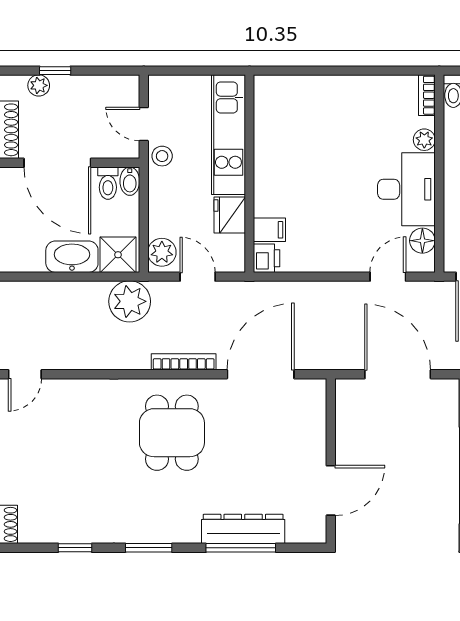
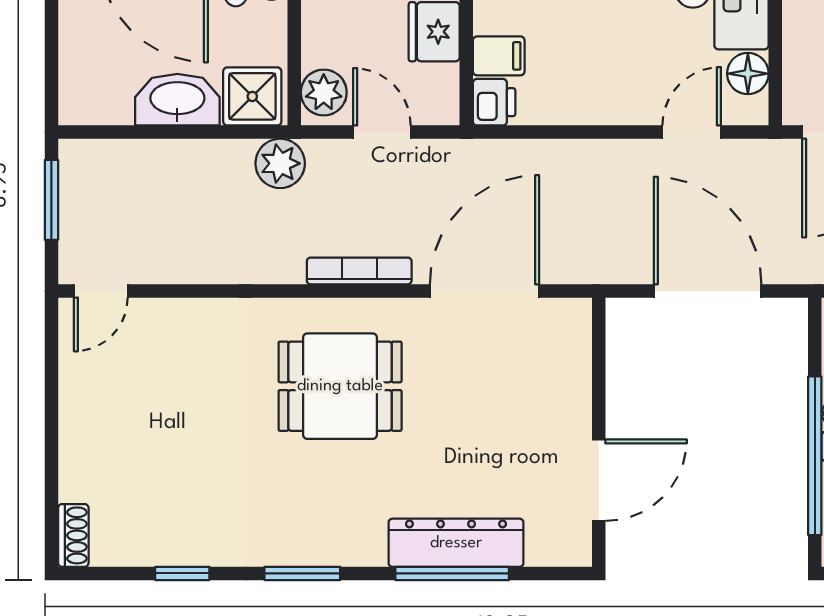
plant: (130, 301) -> (280, 163), width x0.73, depth x0.73
dining table: (172, 433) -> (340, 386), turned 90

